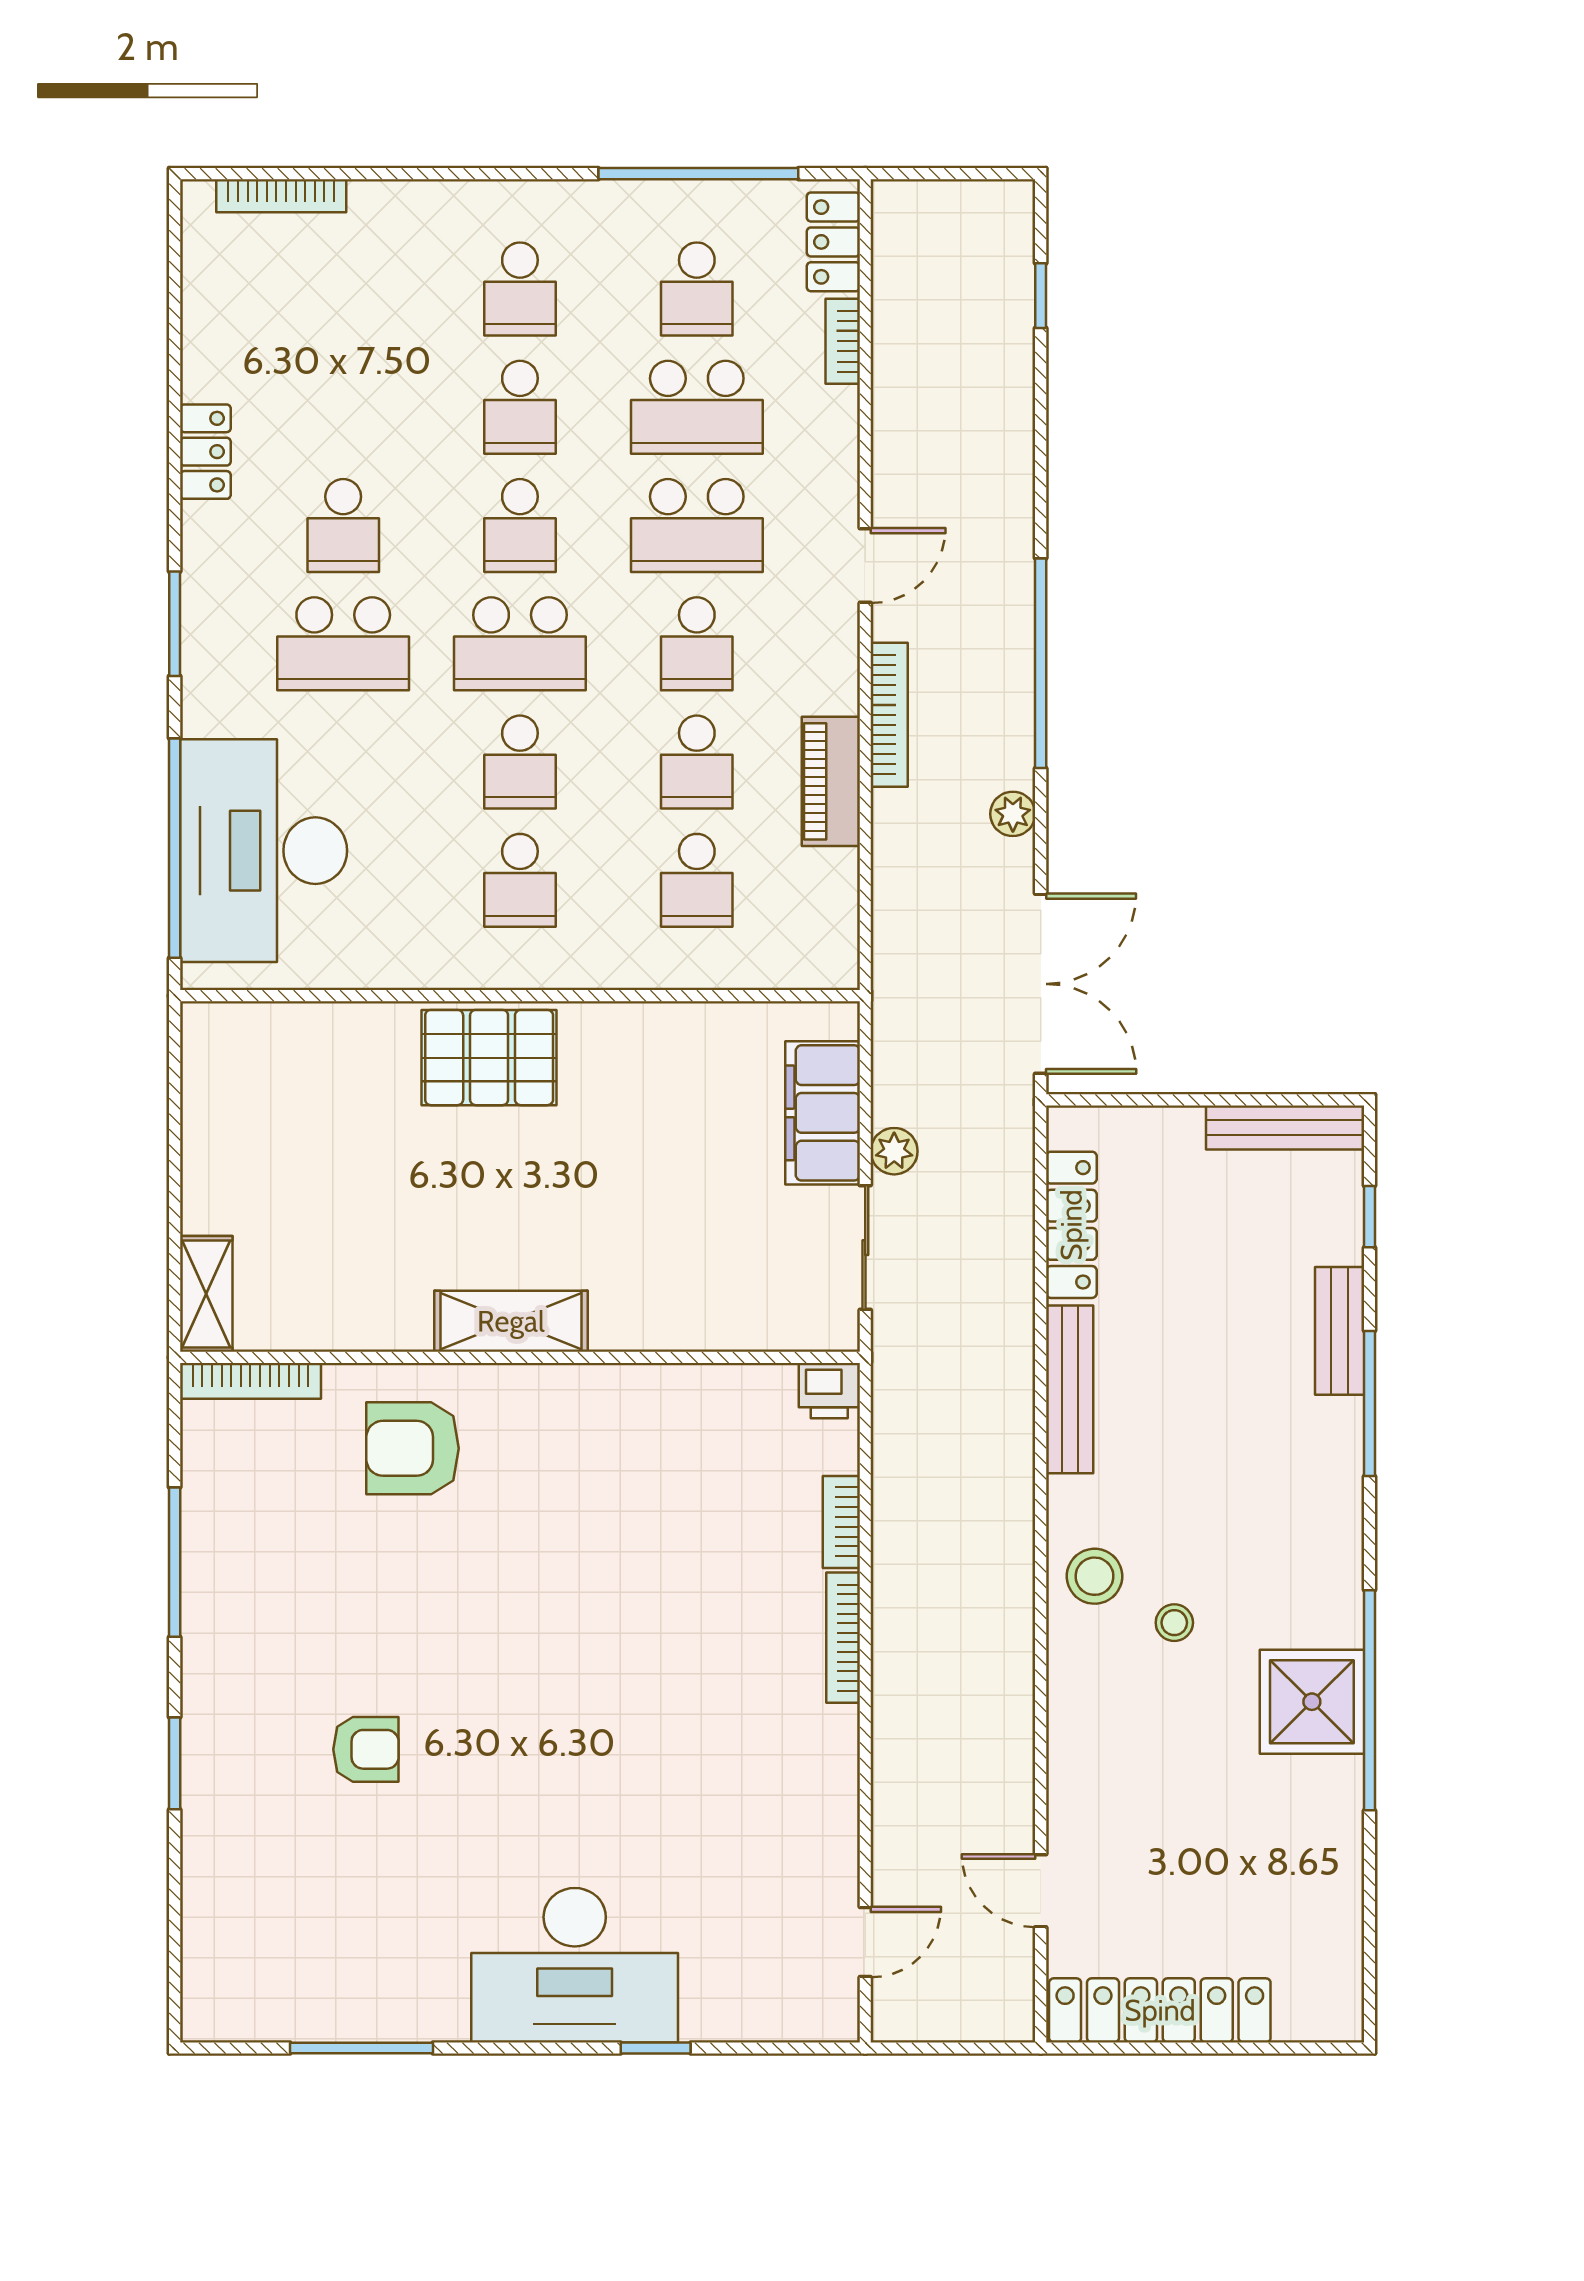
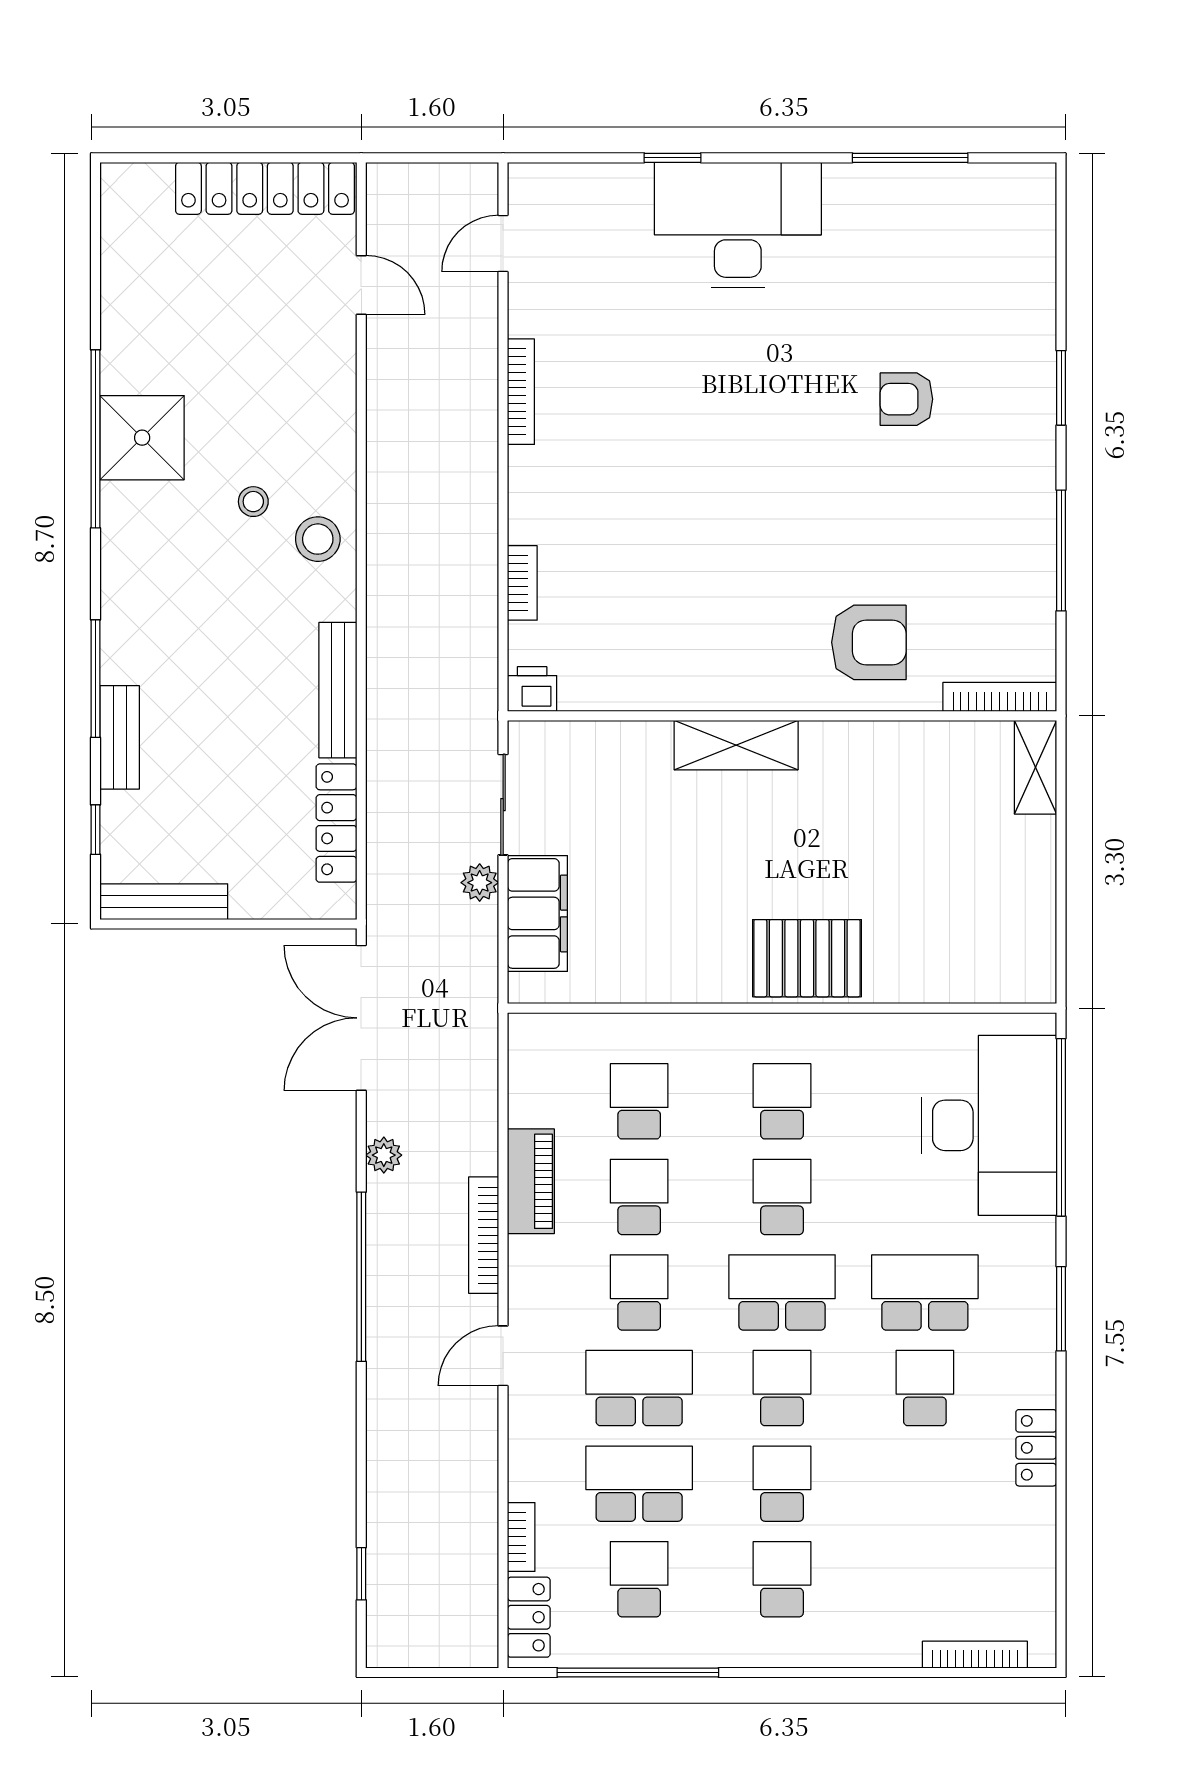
shelving: (511, 1321) -> (736, 745), moved
bookcase: (843, 1638) -> (521, 392), moved

